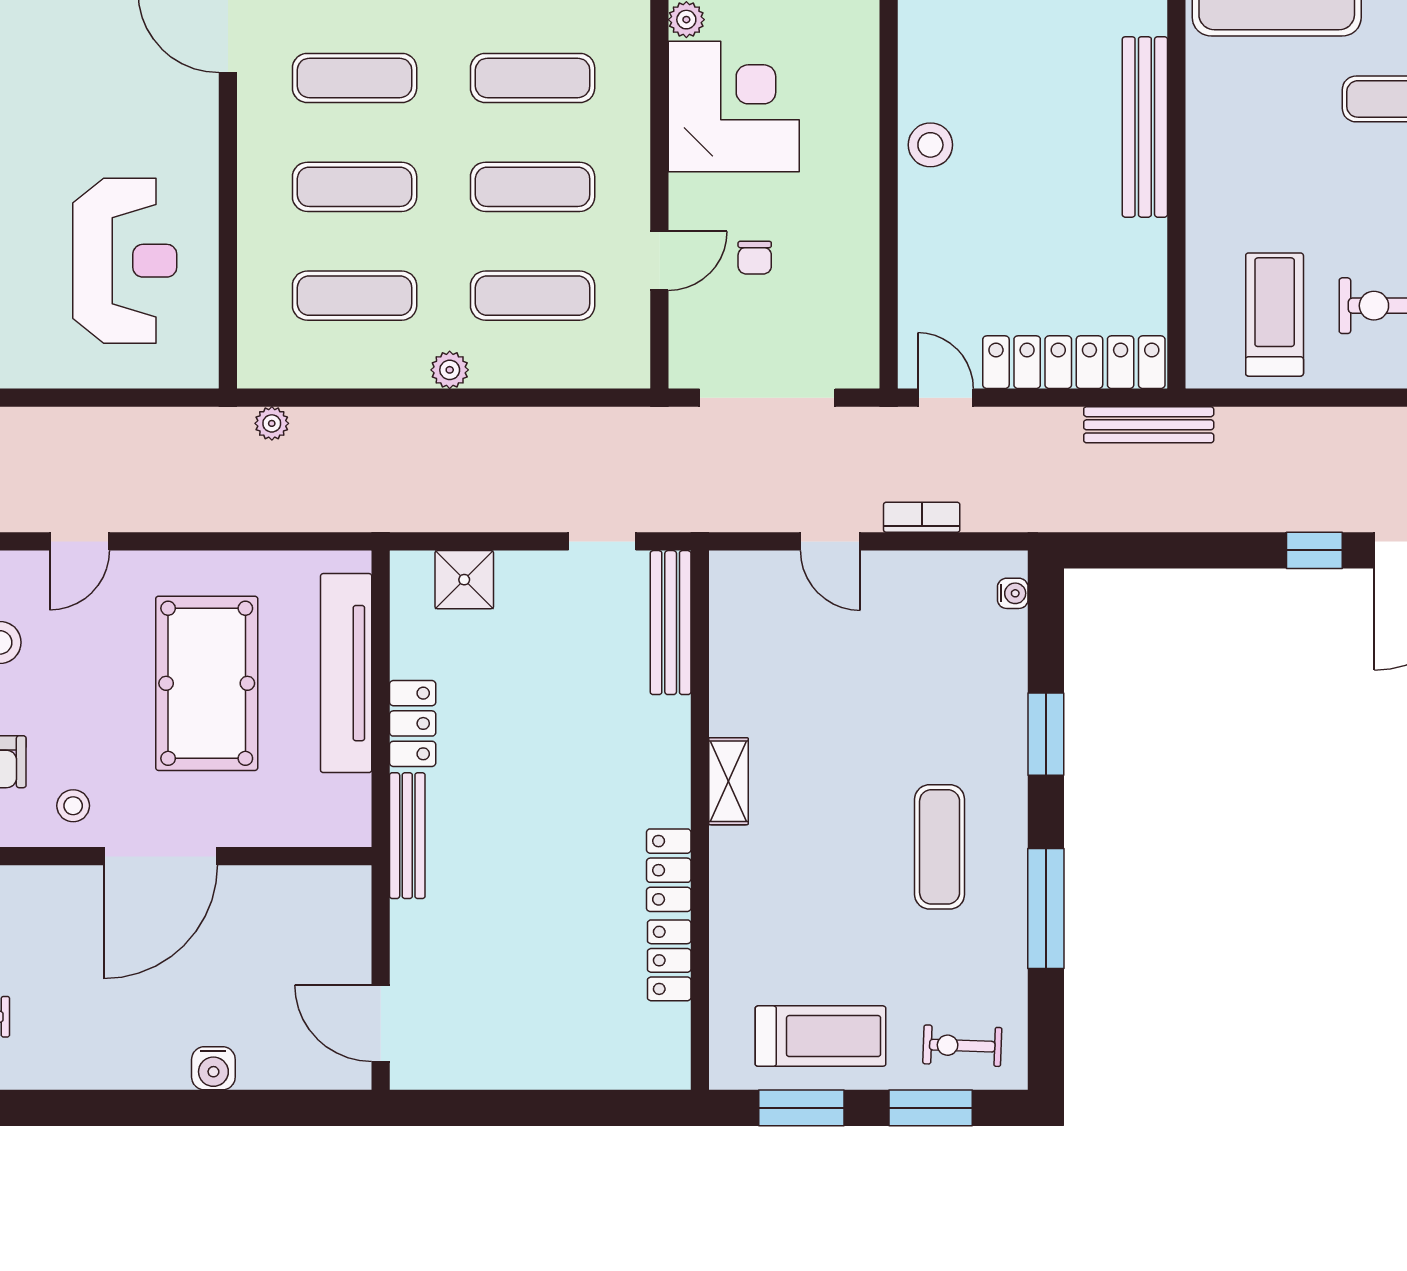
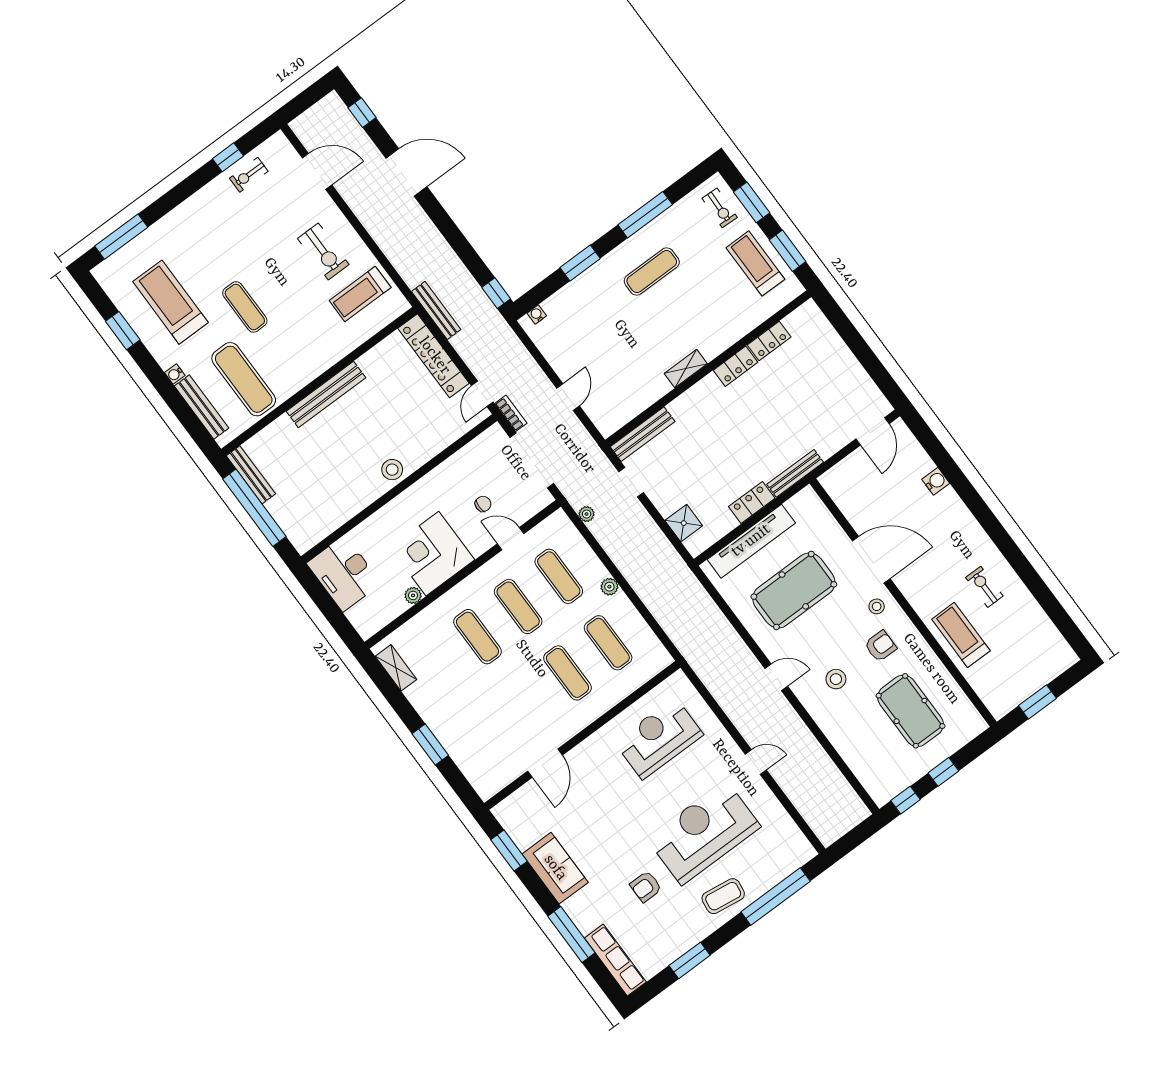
exercise mat: (355, 78) -> (527, 703), removed
plant: (272, 423) -> (587, 514), moved
bookcase: (922, 517) -> (511, 413), moved, turned 180
window: (1314, 550) -> (496, 293), moved

